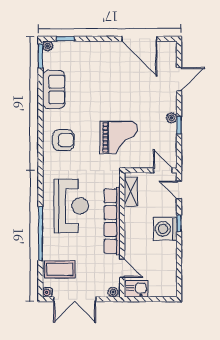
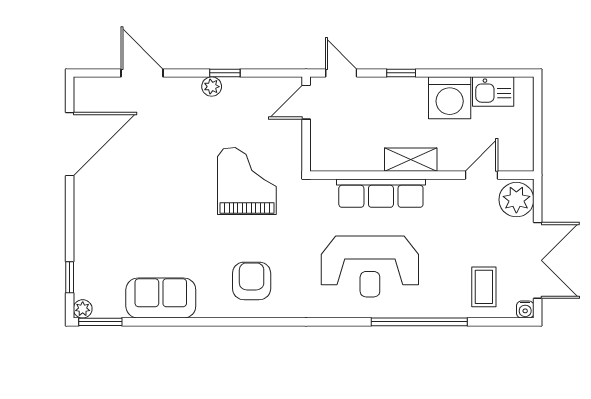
door: (179, 190) -> (341, 73), swing flipped
shelving: (131, 192) -> (411, 160), moved
reception desk: (71, 206) -> (370, 266), turned 180
row of seats: (112, 221) -> (381, 193), width x0.73
washing machine: (165, 229) -> (450, 98), moved
coffee table: (60, 269) -> (484, 287), width x0.73, depth x0.77
kitchen sink: (136, 289) -> (493, 92), moved, turned -90
plant: (113, 292) -> (516, 200), width x1.88, depth x1.88

